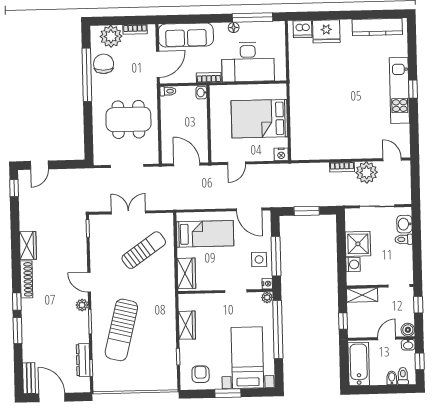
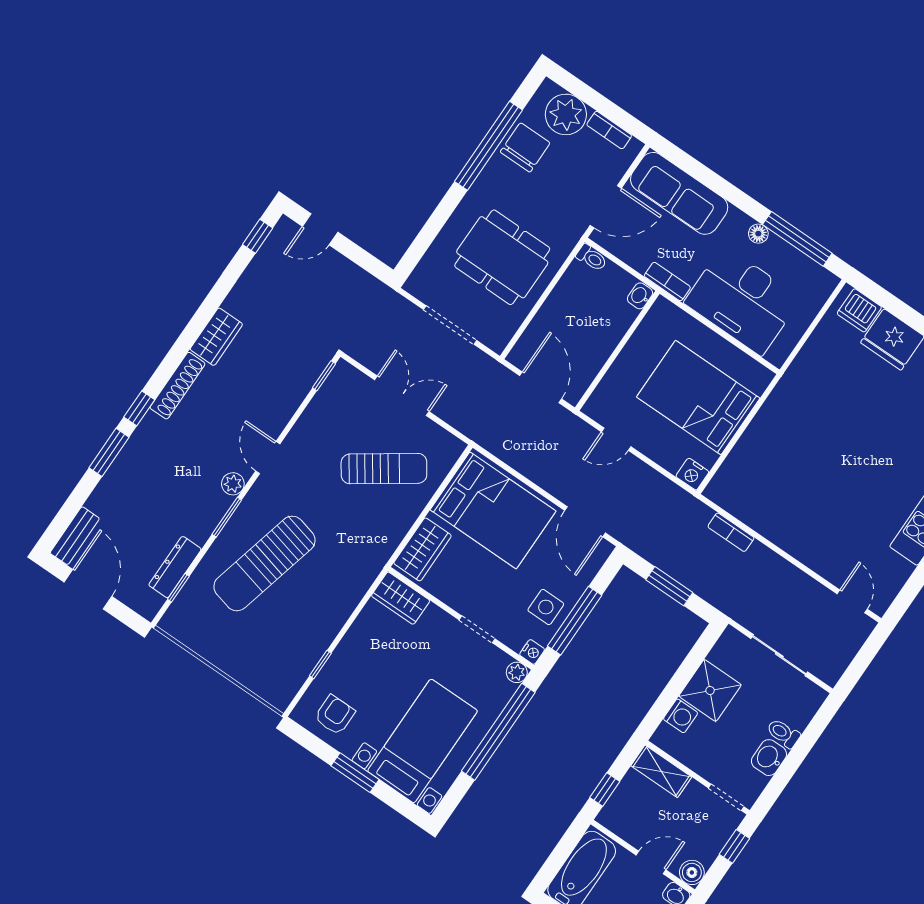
bookcase: (342, 167) -> (731, 532), moved
plant: (367, 172) -> (800, 593), removed
washbasin: (404, 224) -> (769, 758), moved
bed: (205, 234) -> (493, 510), width x1.50
wardrobe: (187, 325) -> (401, 598), moved, turned 90

